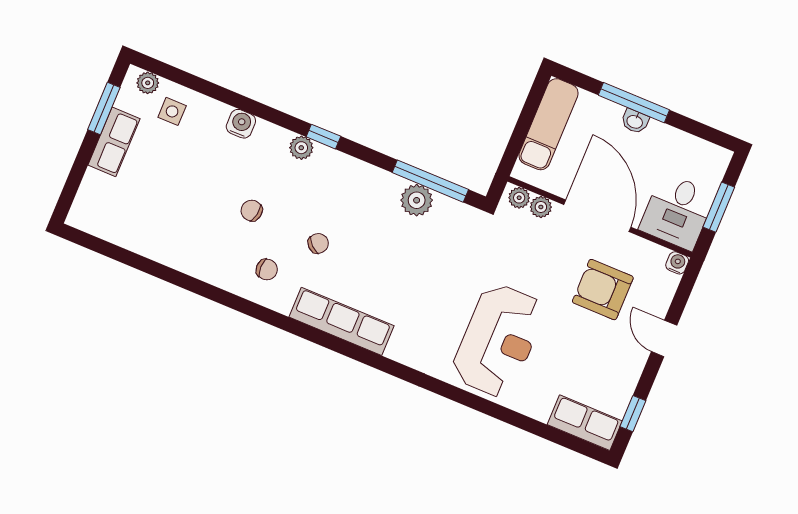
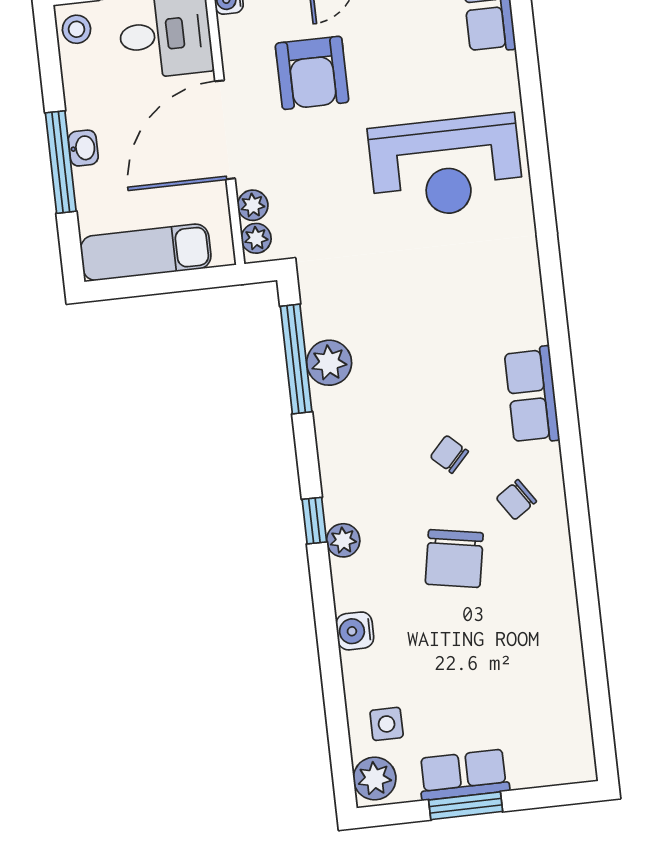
plant: (148, 83) -> (375, 778), width x1.38, depth x1.38
window: (104, 108) -> (466, 806), moved
stool: (711, 158) -> (77, 29), added
chair: (252, 211) -> (454, 559), width x1.87, depth x1.87
chair: (267, 269) -> (516, 500), turned -124
row of seats: (341, 321) -> (532, 395), width x0.68
reception desk: (498, 340) -> (446, 167), turned 180

